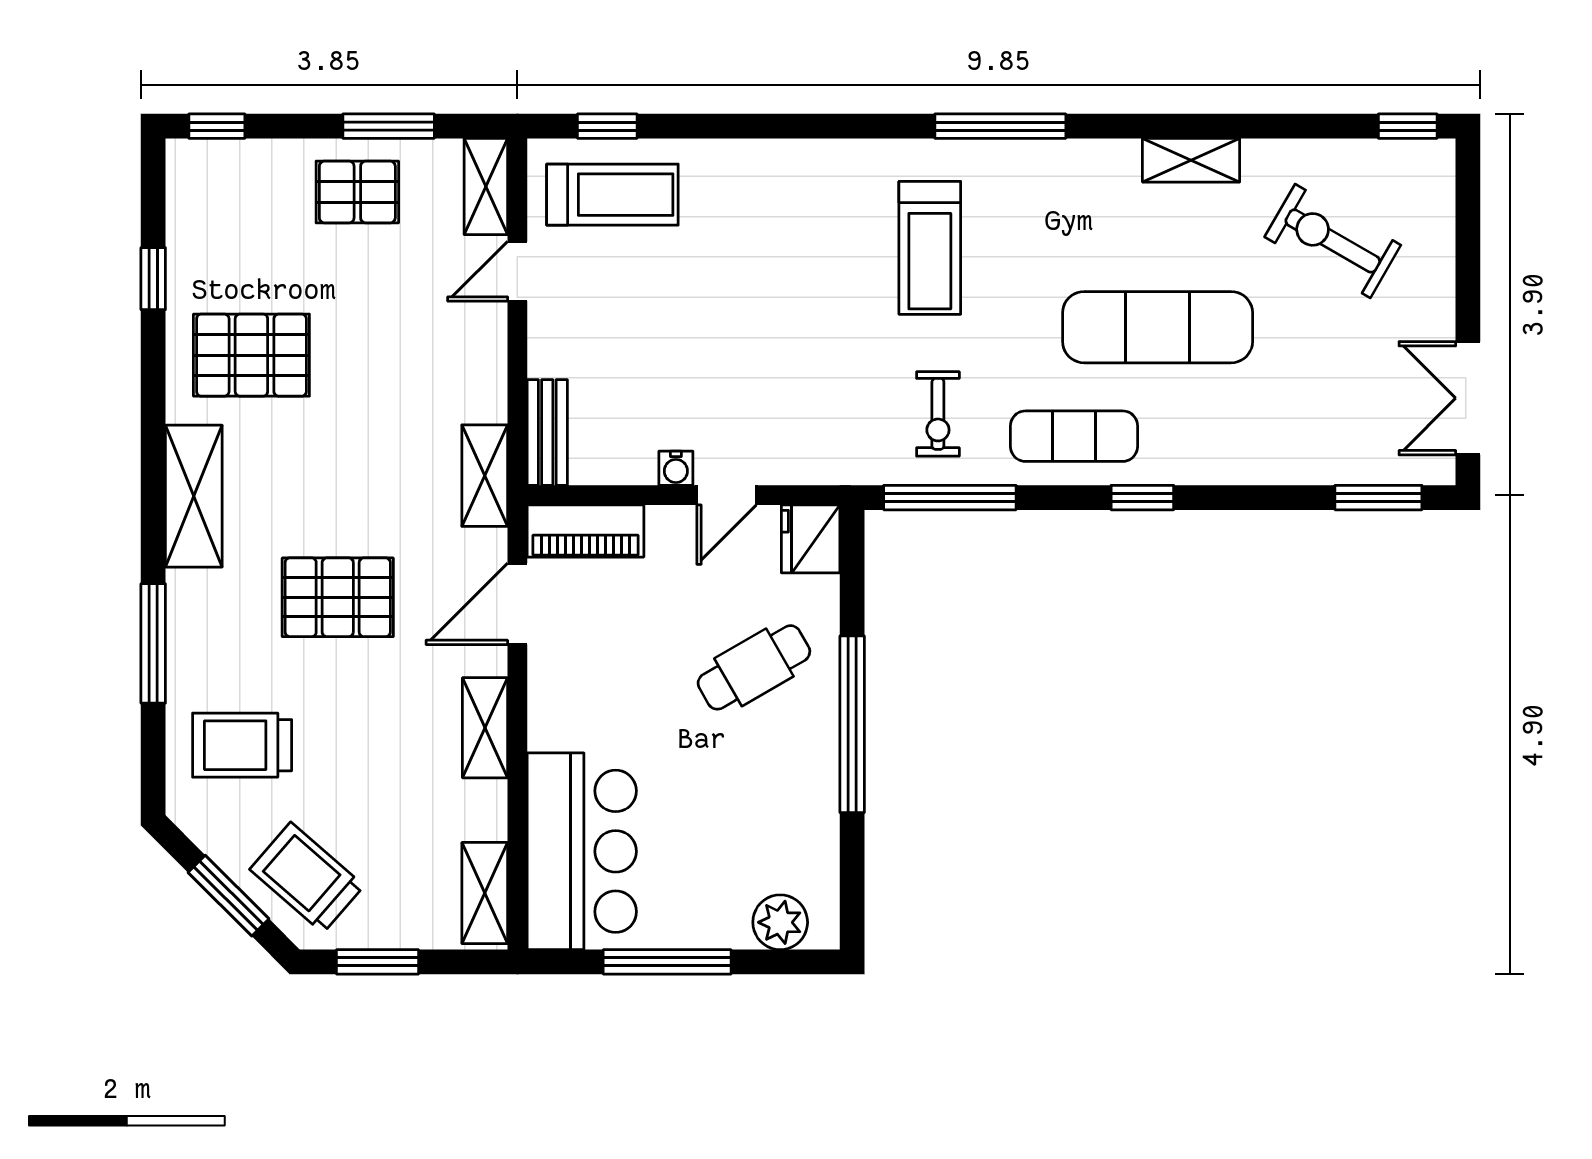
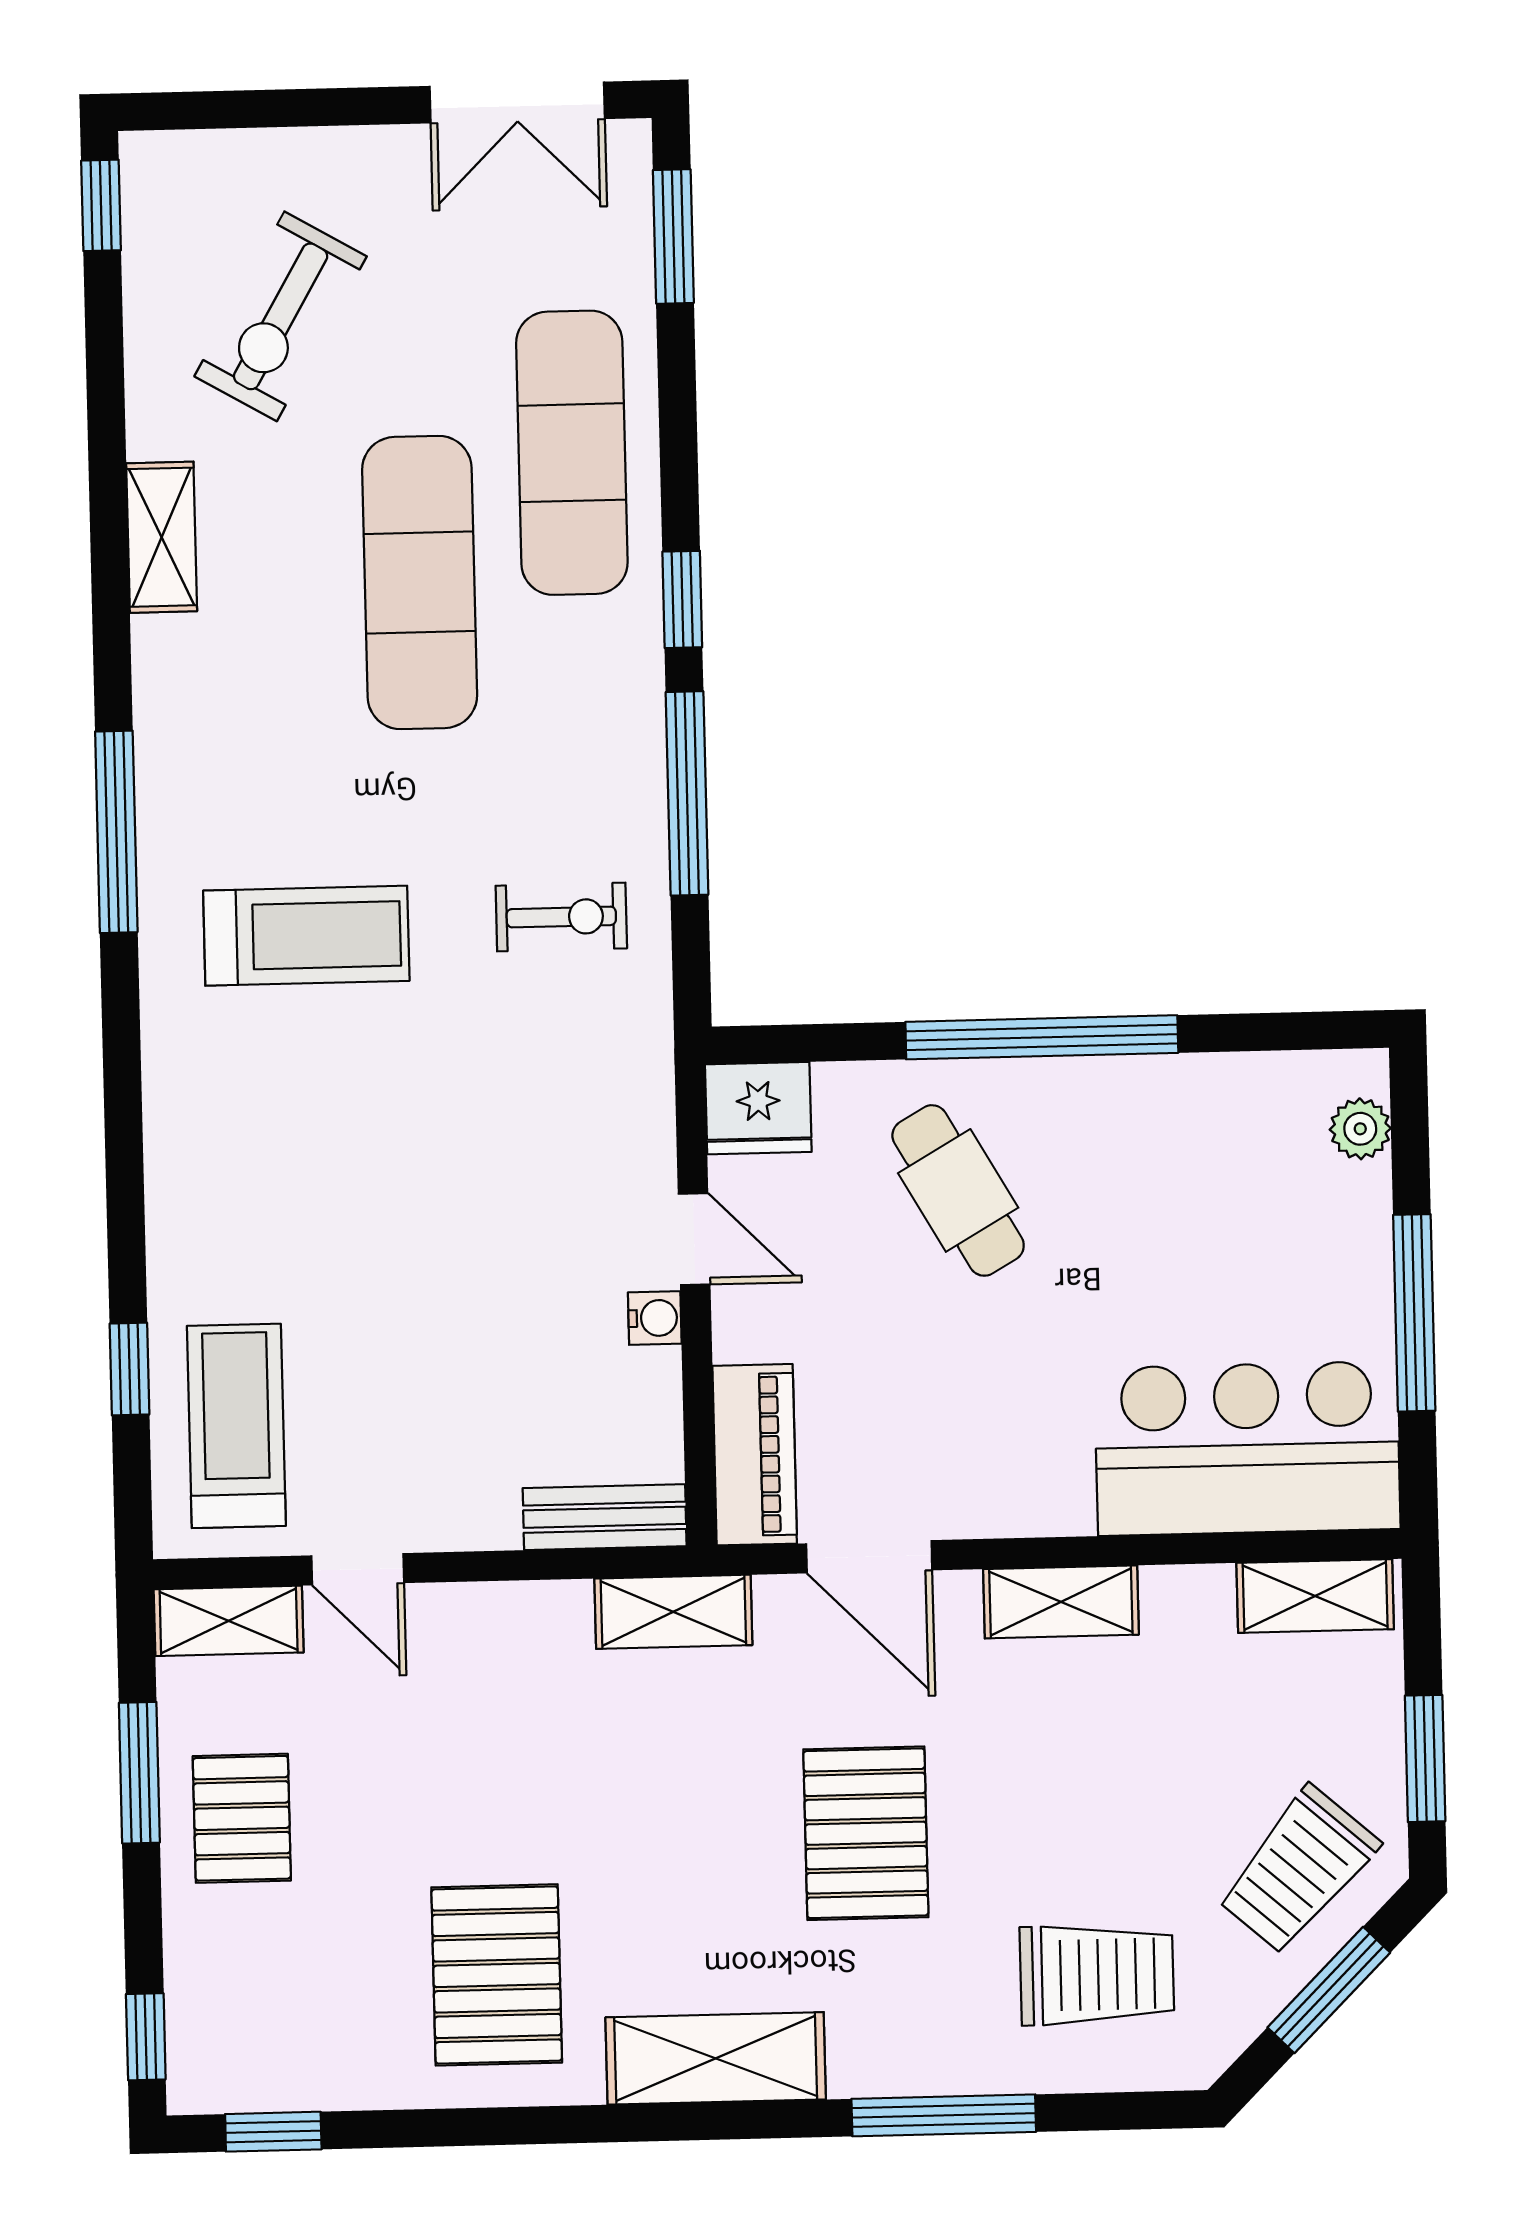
window: (607, 126) -> (129, 1369), moved
window: (153, 279) -> (273, 2132), moved
exercise mat: (1074, 436) -> (572, 453), moved, width x1.36, depth x1.45
window: (950, 498) -> (687, 793), moved
trolley: (242, 745) -> (1097, 1975), turned -90
plant: (780, 922) -> (1360, 1129), width x0.73, depth x0.73

